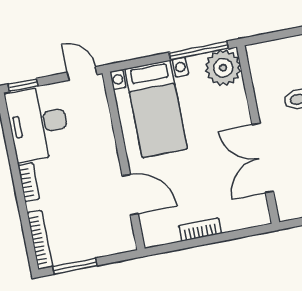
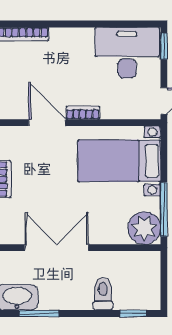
bookcase: (29, 182) -> (83, 113), moved, turned 180
door: (130, 195) -> (47, 123), swing flipped

